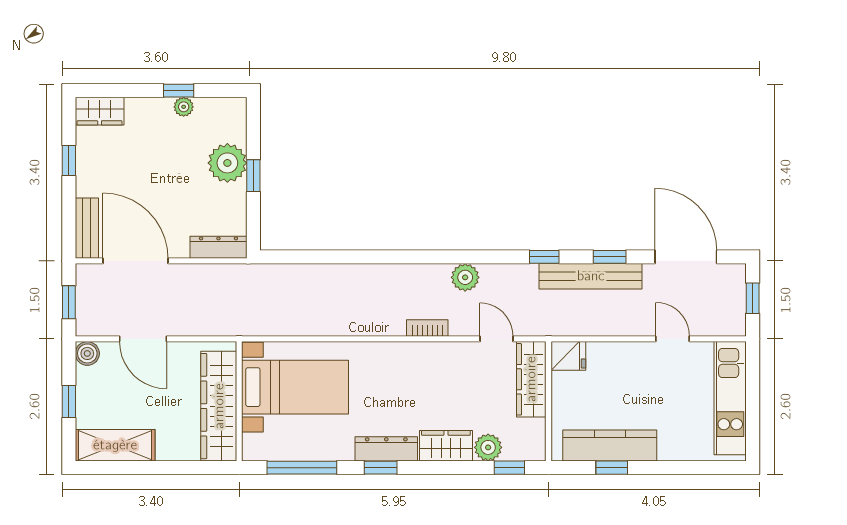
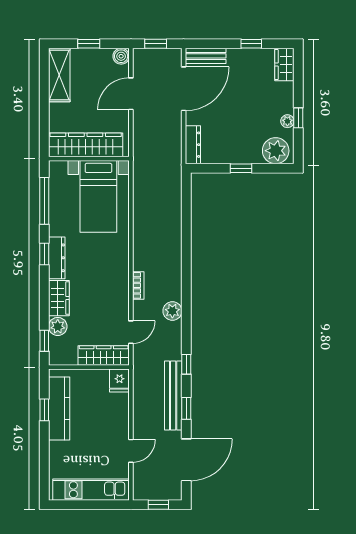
plant: (227, 163) -> (276, 151), moved

